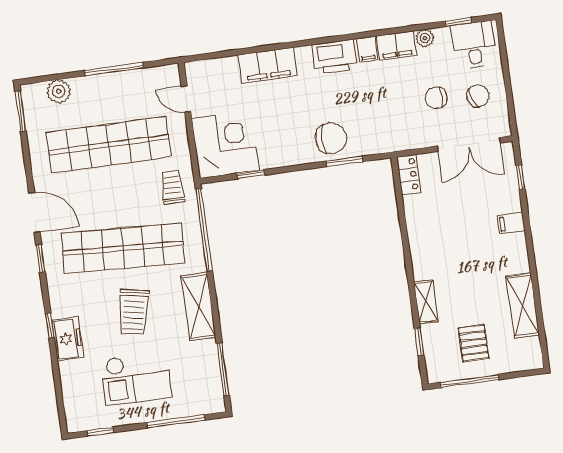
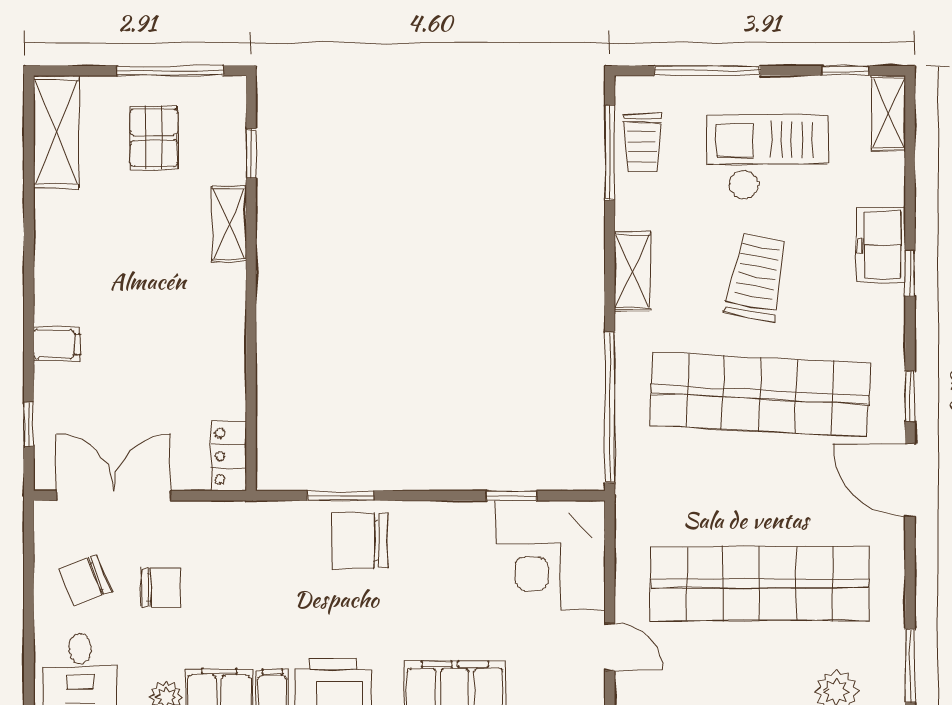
trolley: (172, 187) -> (642, 143), moved
shelving: (523, 305) -> (56, 132), moved
shelving: (199, 307) -> (632, 271), width x0.67, depth x0.75
shelving: (74, 412) -> (888, 113), added

